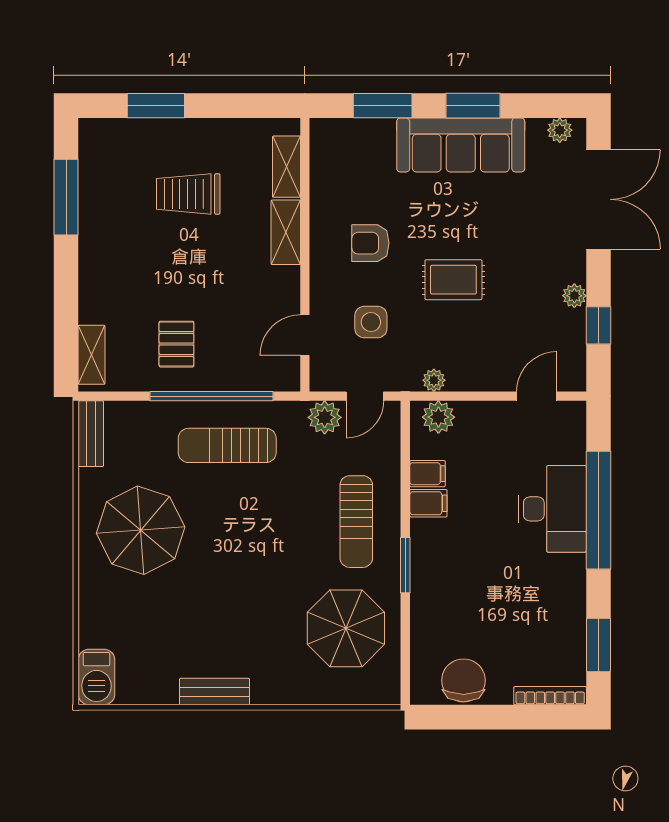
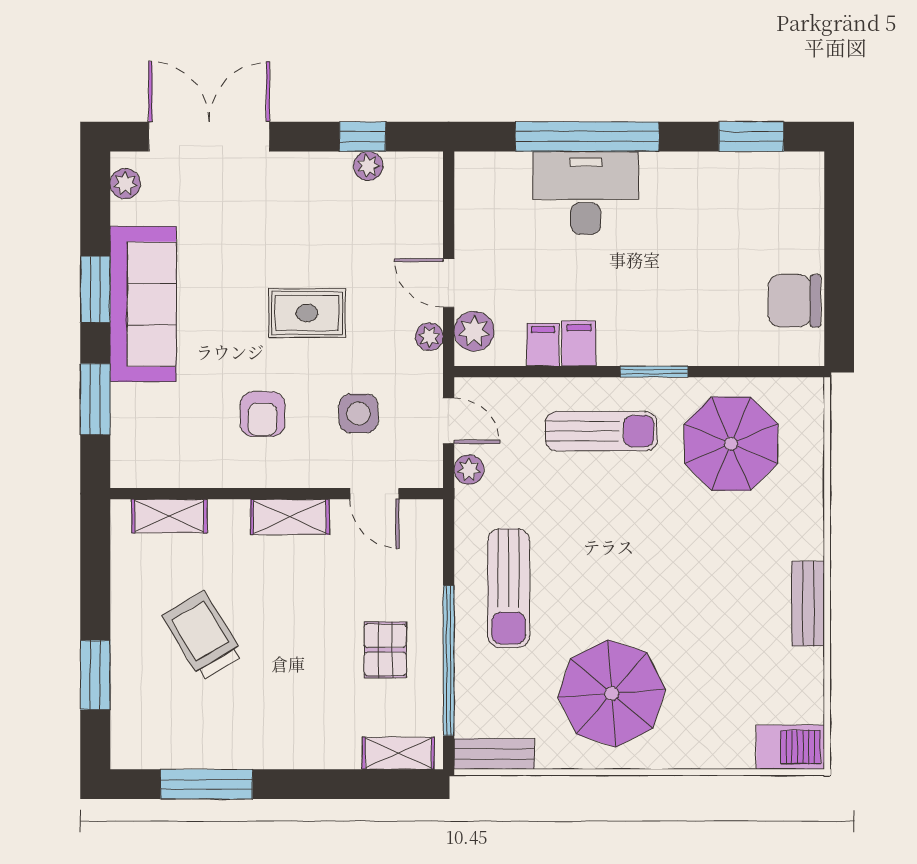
trolley: (188, 194) -> (203, 636), turned 149
shelving: (286, 232) -> (290, 517), moved
rug: (453, 280) -> (307, 313), turned 90
plant: (574, 296) -> (368, 166), moved
pallet: (176, 344) -> (385, 650), turned 90
window: (212, 396) -> (449, 661), moved
door: (537, 396) -> (449, 283), moved
plant: (325, 417) -> (469, 470), width x0.73, depth x0.73
bookcase: (550, 696) -> (813, 195), removed

